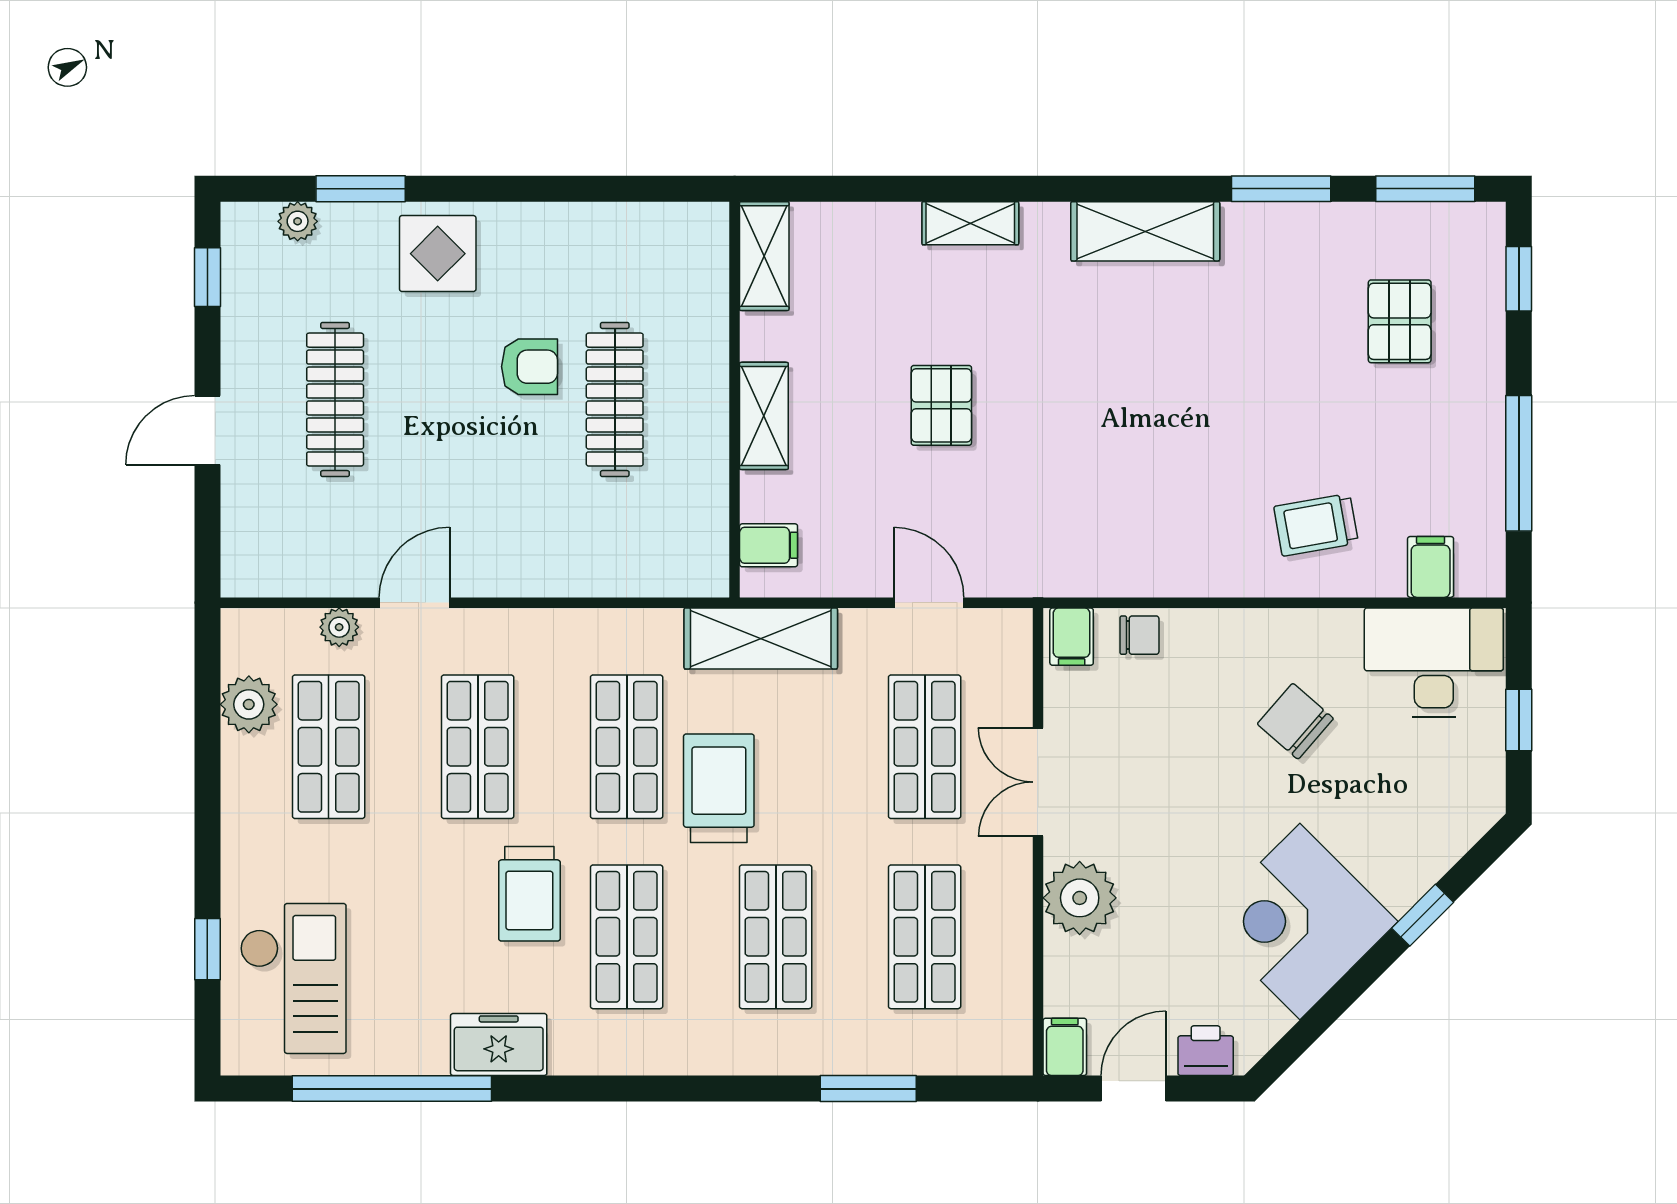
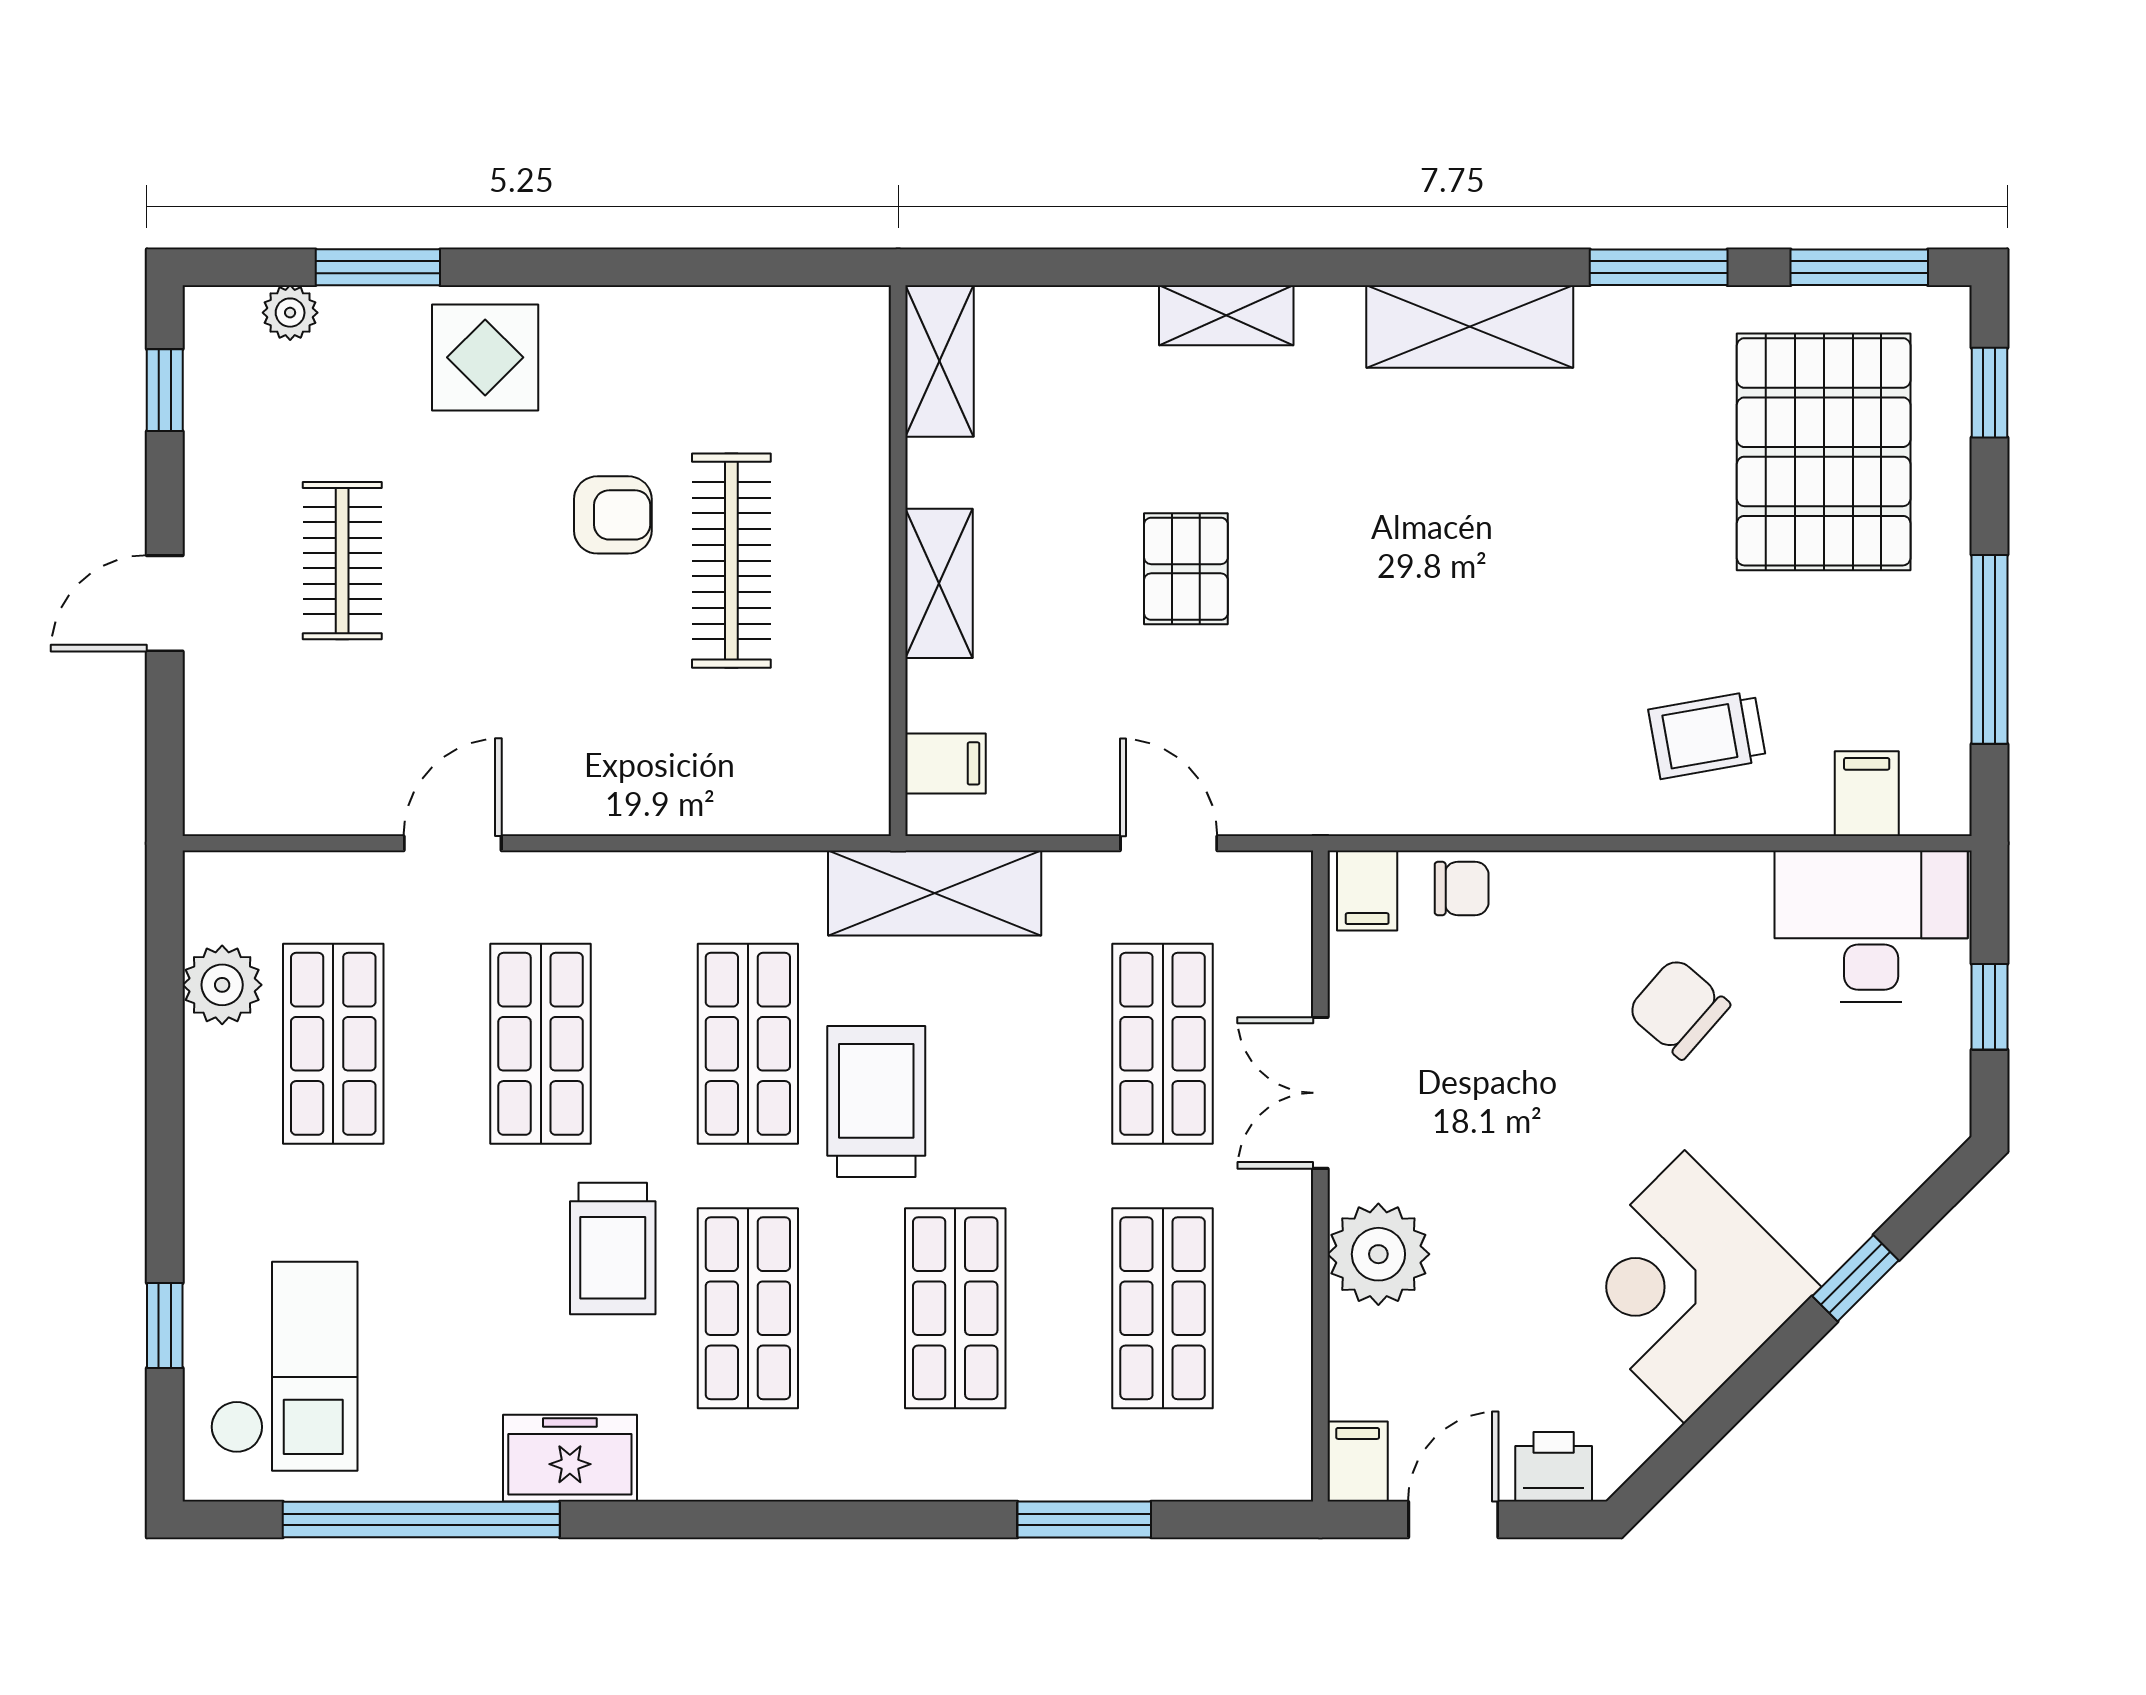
pallet: (1400, 321) -> (1824, 452), width x2.05, depth x2.00
clothes rail: (335, 400) -> (342, 561), width x0.73
plant: (339, 627) -> (348, 877), removed

